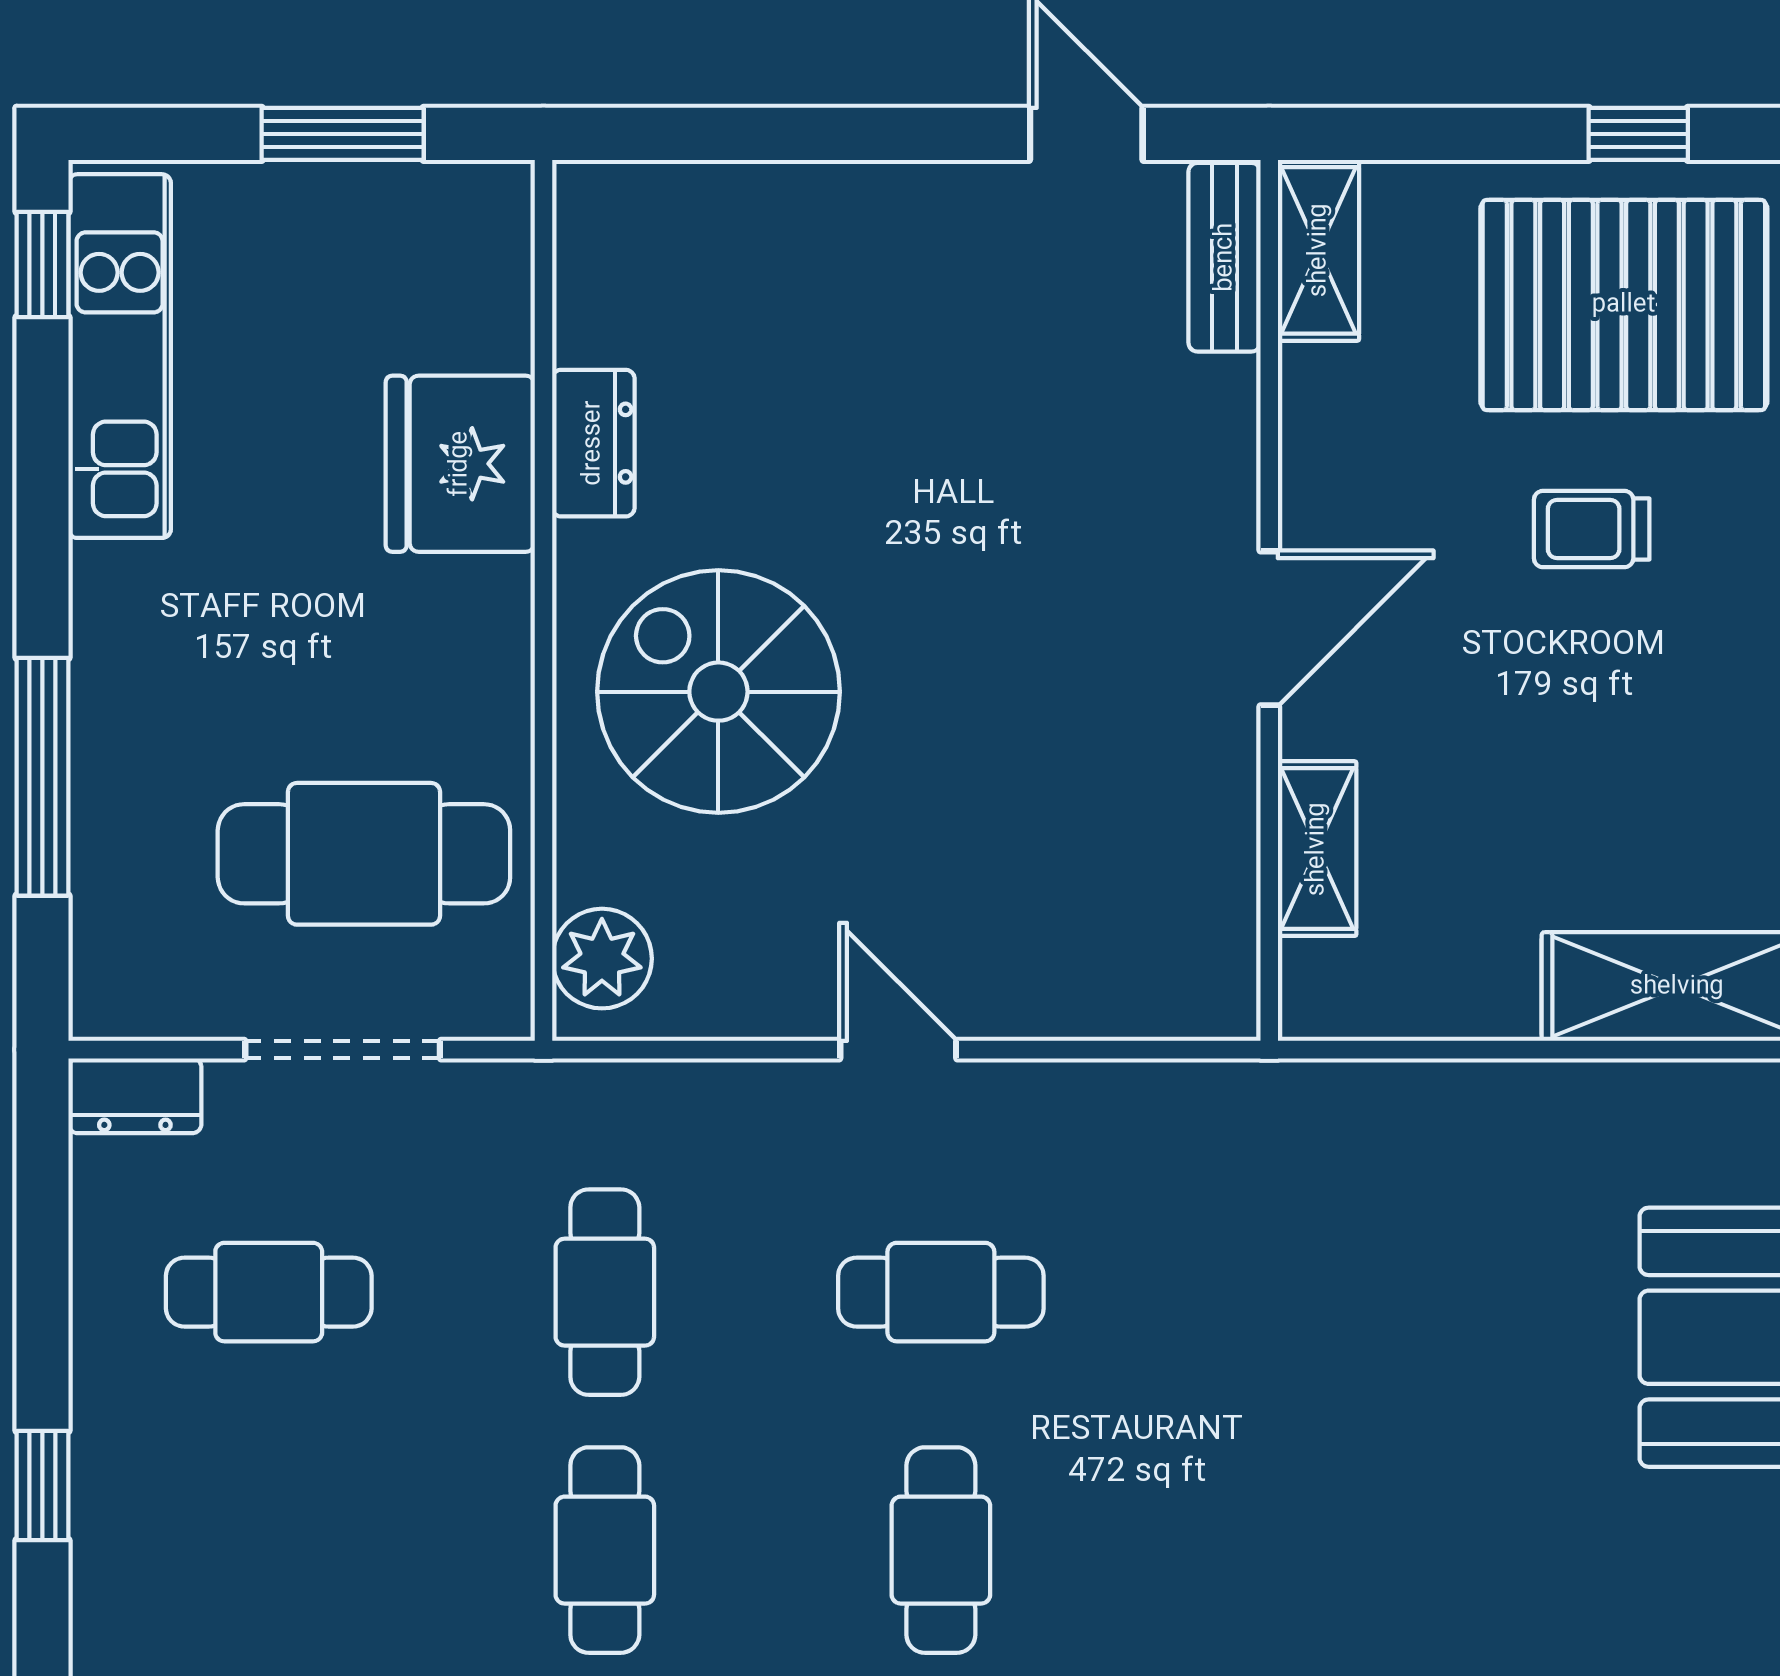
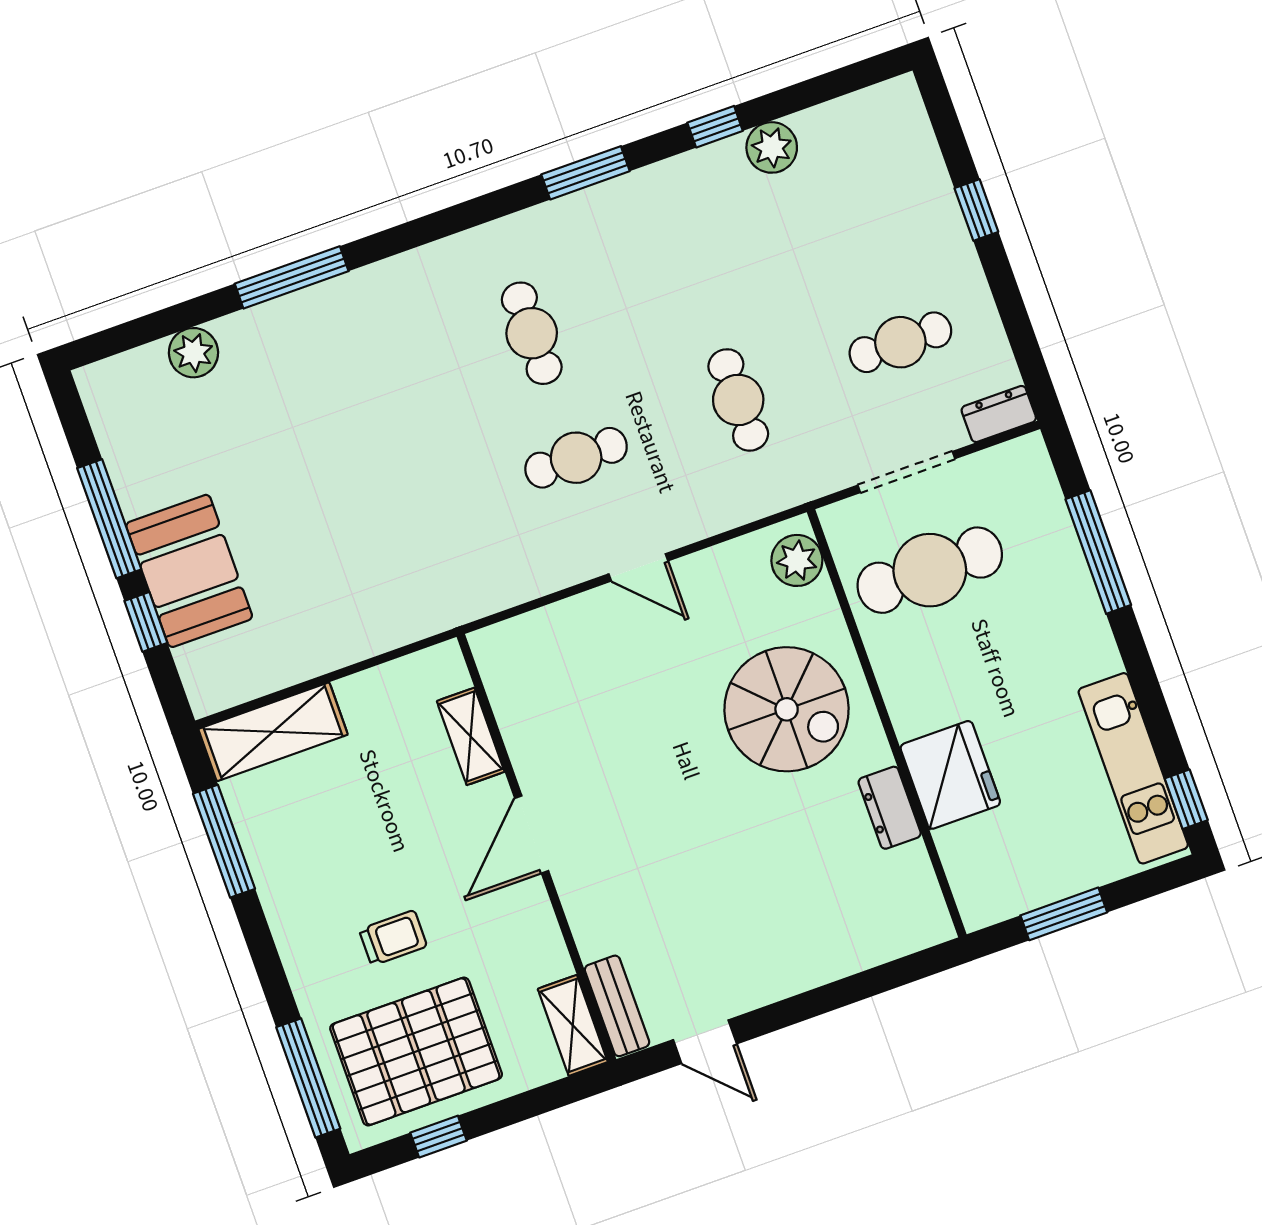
cafe table: (605, 1550) -> (694, 275), removed

